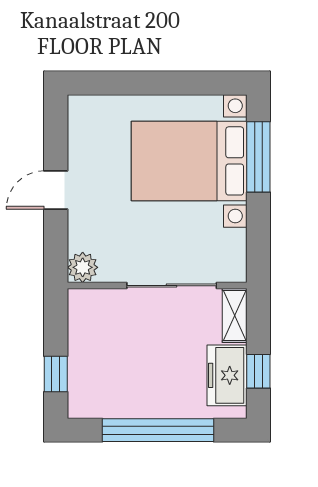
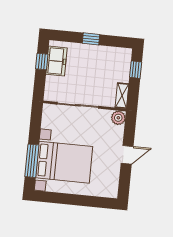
shelving: (235, 315) -> (122, 96), moved
window: (158, 430) -> (91, 39), width x0.32

